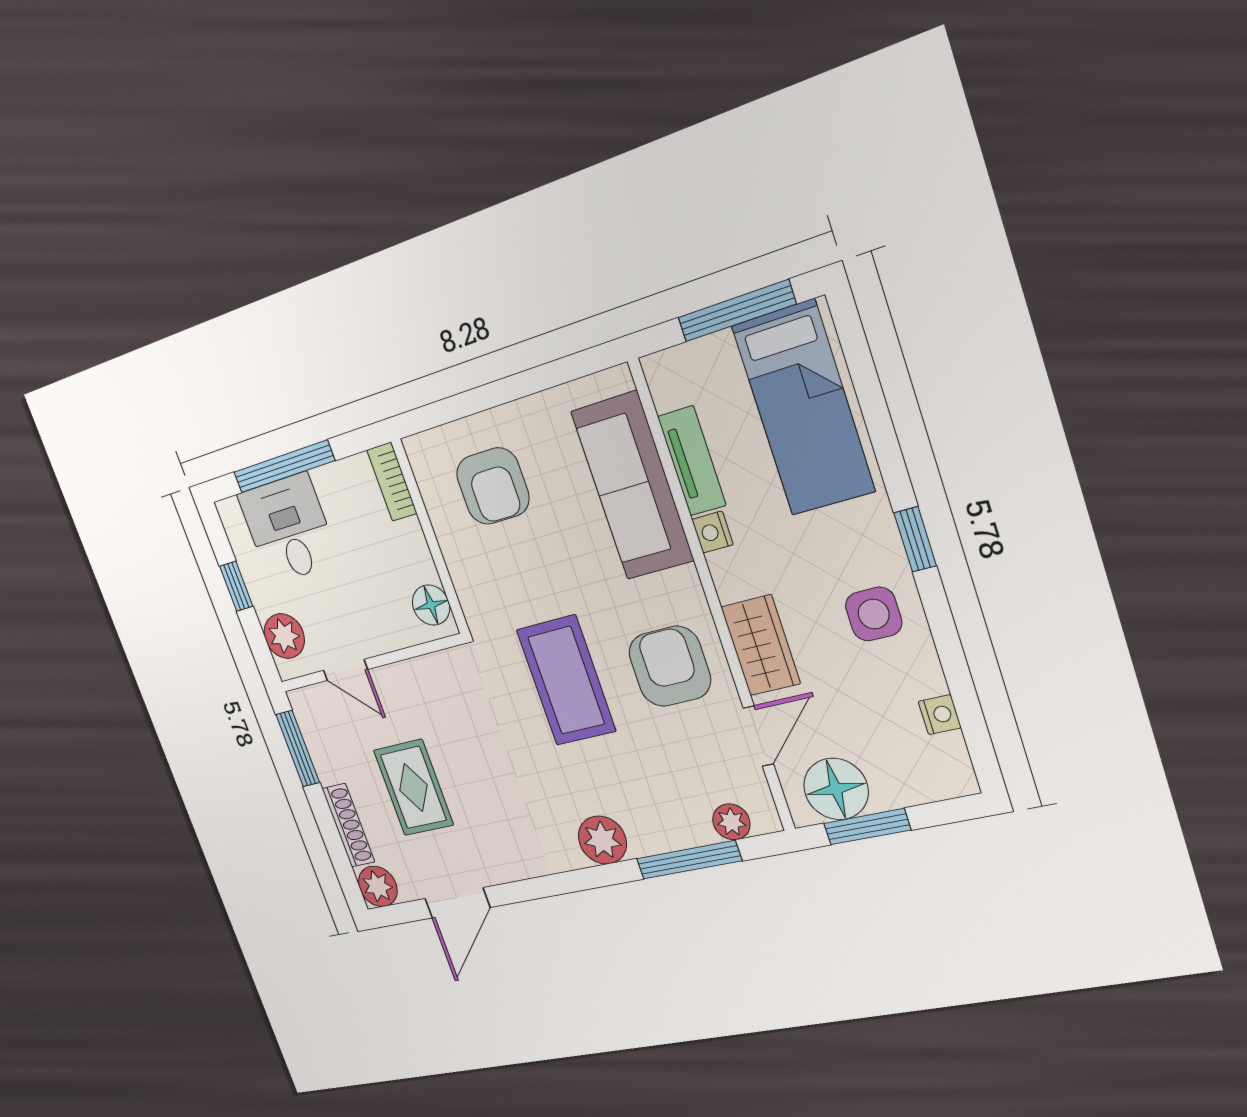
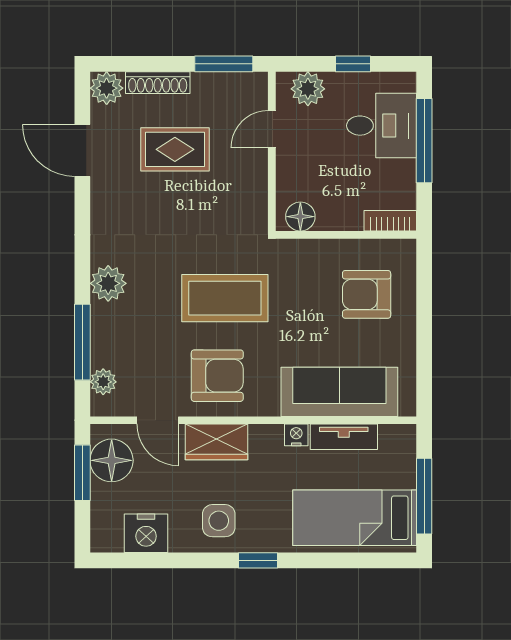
nightstand: (940, 715) -> (146, 533), width x1.89, depth x1.79

